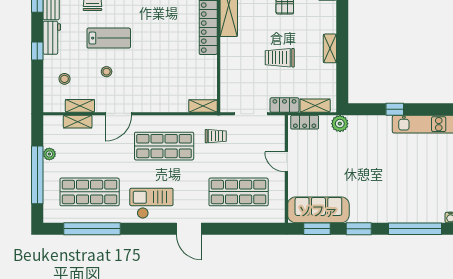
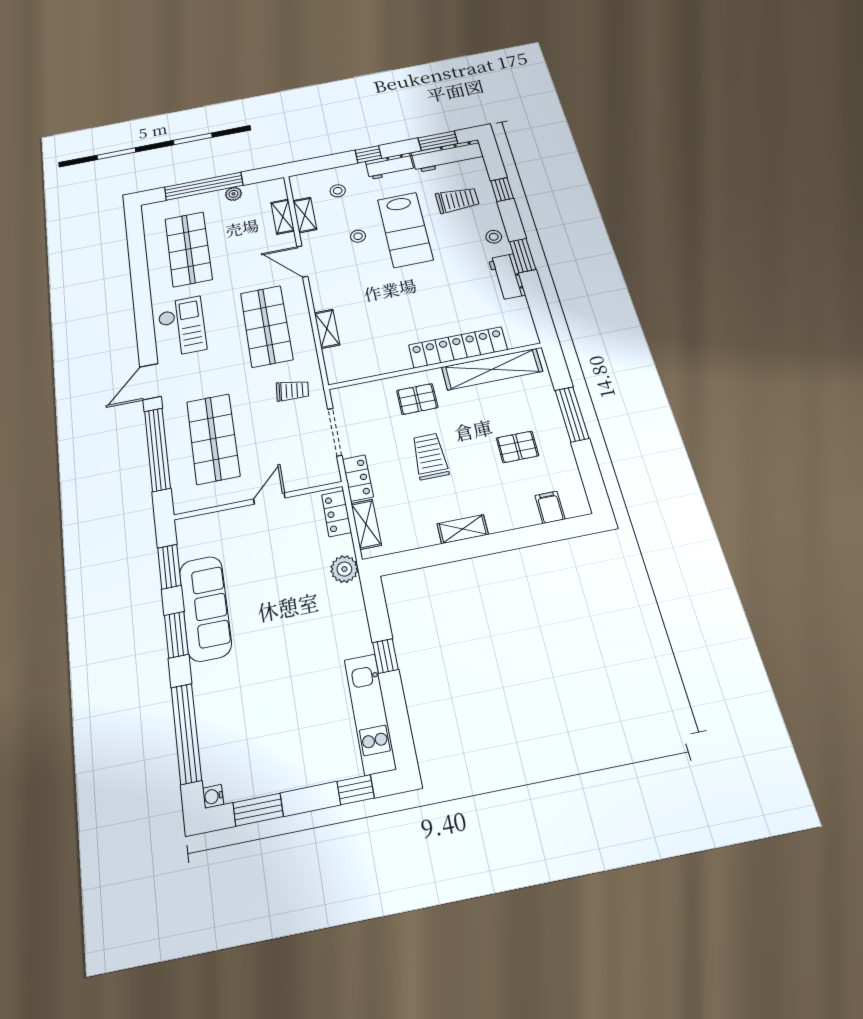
lab bench: (109, 38) -> (405, 230), width x1.36, depth x1.39
pallet: (239, 57) -> (417, 399), added
shelving: (203, 106) -> (327, 329), moved
trolley: (216, 136) -> (292, 391), turned -84
sofa: (318, 210) -> (205, 608), moved
window: (92, 229) -> (157, 449), moved

